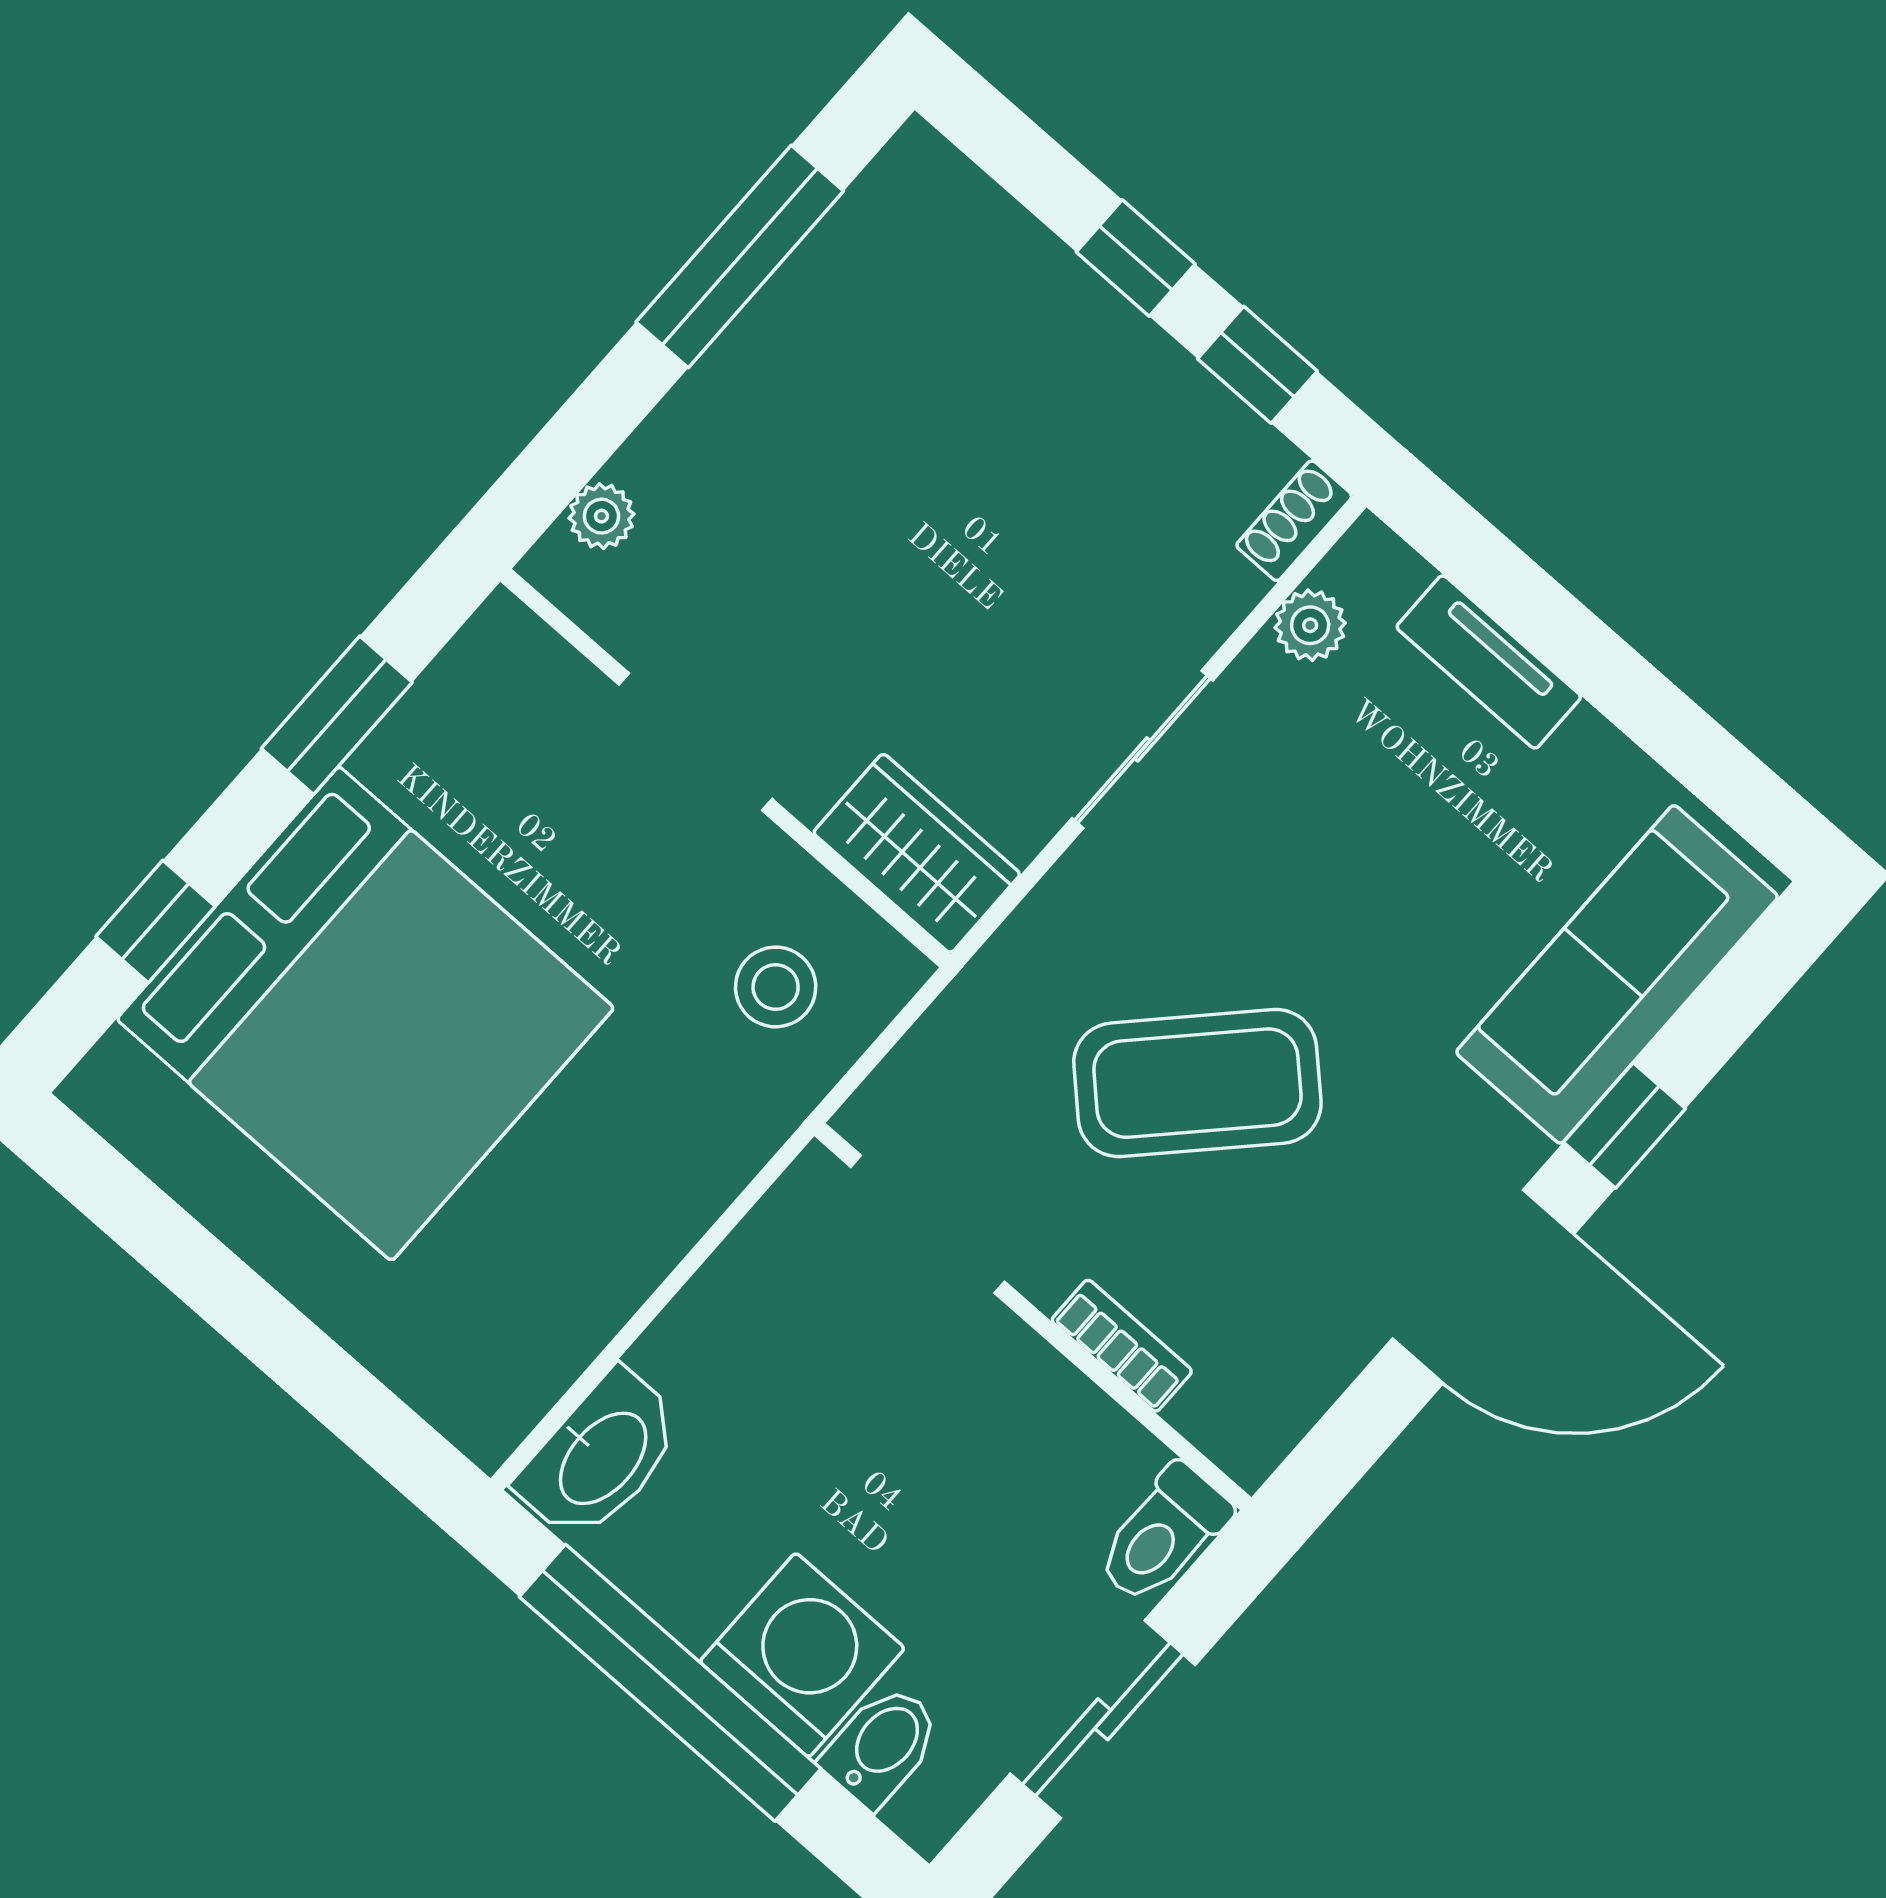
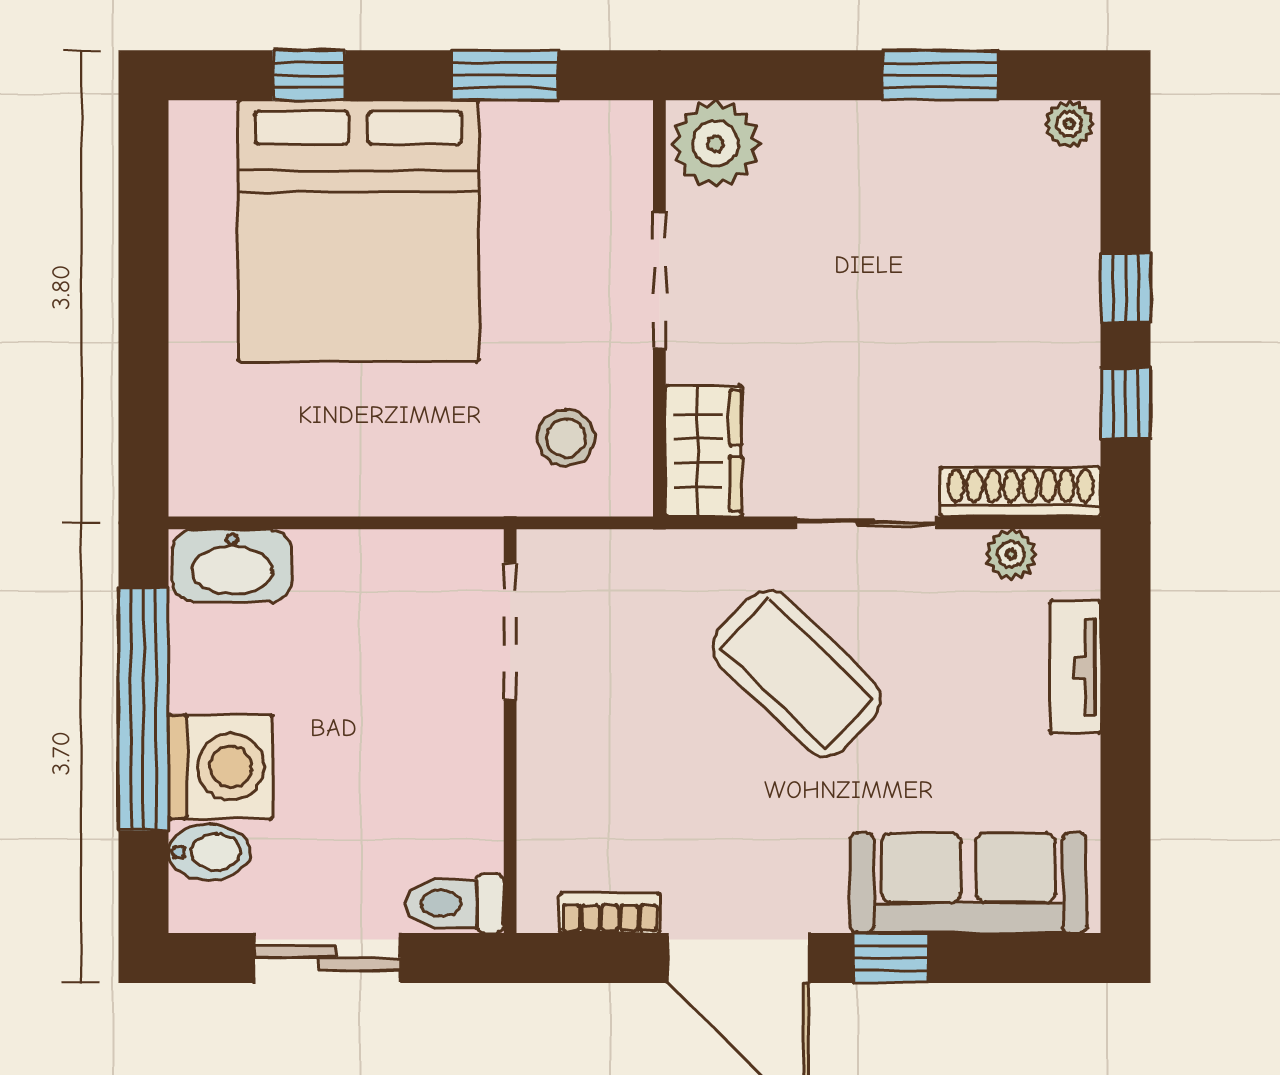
plant: (911, 165) -> (1069, 124), added
window: (740, 256) -> (940, 75), width x0.69
plant: (601, 516) -> (716, 144), width x1.88, depth x1.88
shoe rack: (1294, 521) -> (1021, 492), width x1.94, depth x1.24
coffee table: (1197, 1083) -> (797, 673), moved
bookcase: (1122, 1346) -> (610, 913), moved, turned -90

